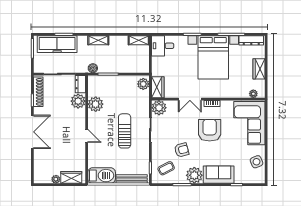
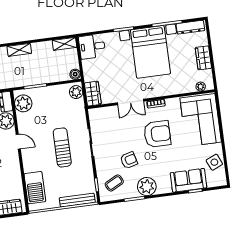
boiler: (93, 68) -> (75, 74), moved
plant: (96, 104) -> (23, 103), moved
plant: (159, 108) -> (97, 116), removed
armchair: (210, 130) -> (157, 134), turned 90
door: (87, 136) -> (18, 142), moved
sofa: (219, 175) -> (188, 180), moved
barbecue: (102, 176) -> (35, 188), moved, turned 90

